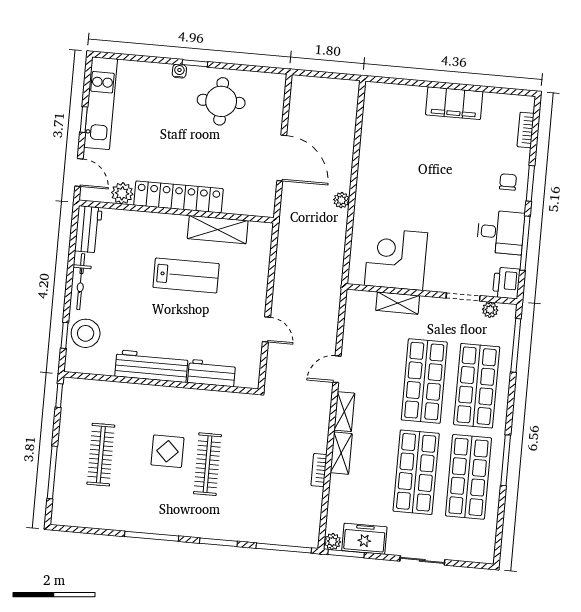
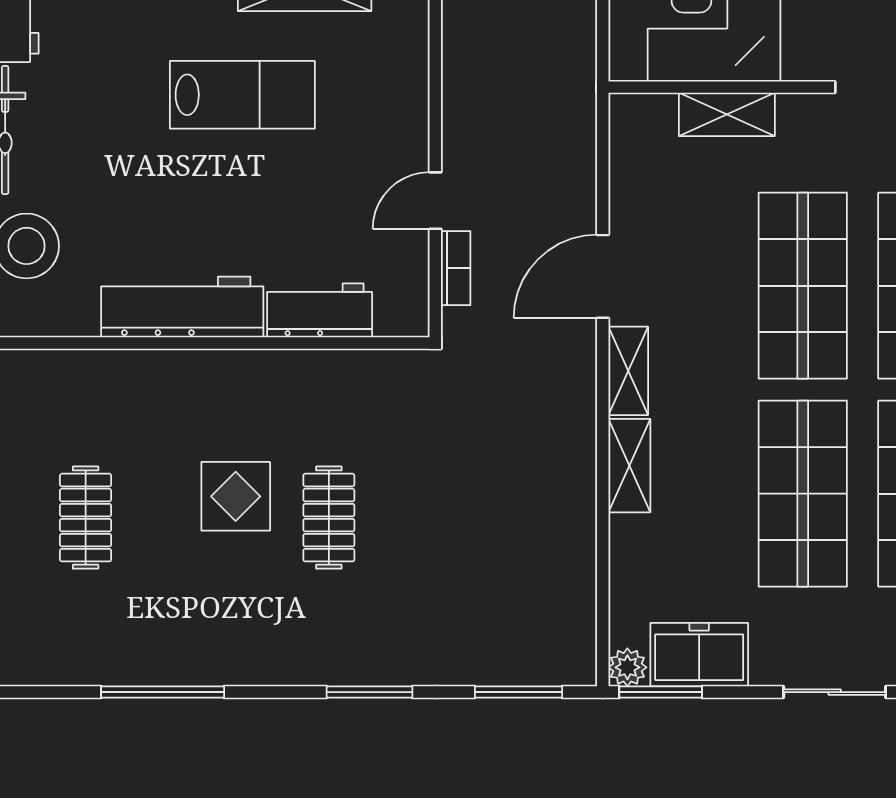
door: (266, 329) -> (435, 201), swing flipped
door: (337, 369) -> (603, 276), width x1.38
clothes rail: (101, 455) -> (86, 518), width x0.73
clothes rail: (207, 464) -> (329, 518), width x0.73
bookcase: (319, 470) -> (456, 268), moved, turned 180
window: (152, 536) -> (163, 692), moved
window: (284, 548) -> (518, 692), width x0.69

